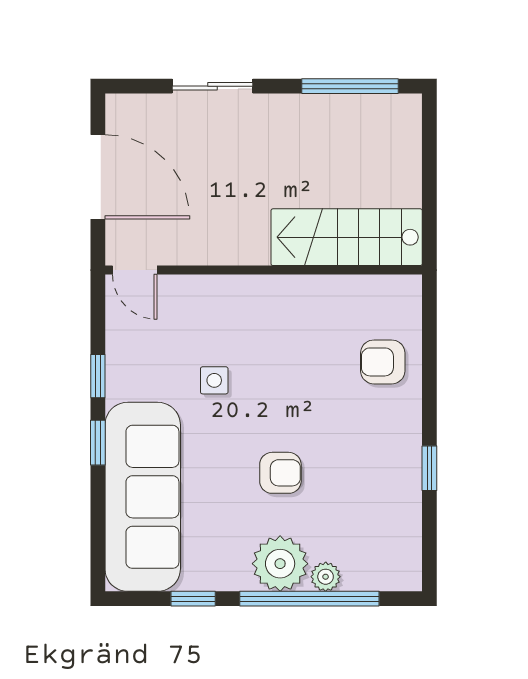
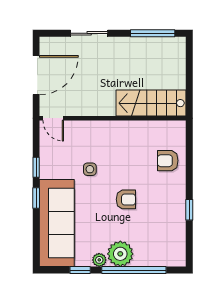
door: (98, 177) -> (36, 75), hinge flipped
armchair: (280, 473) -> (126, 199), moved
plant: (326, 577) -> (99, 260), moved

